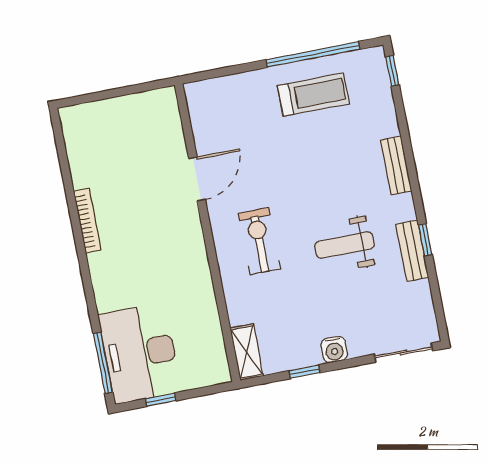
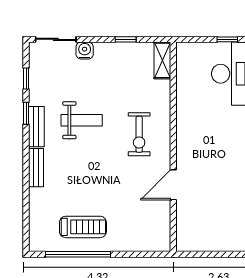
window: (392, 71) -> (26, 79), moved
treadmill: (313, 95) -> (83, 227), turned 180
bench: (412, 251) -> (36, 127), moved
water cooler: (334, 350) -> (85, 51), moved

